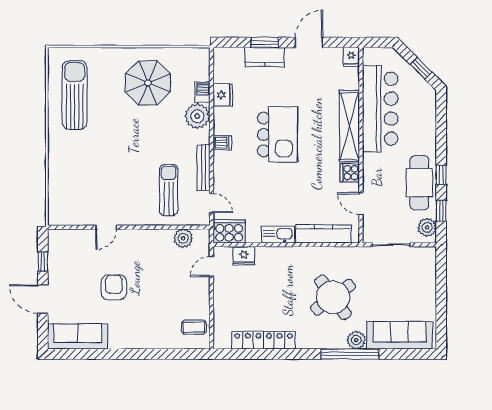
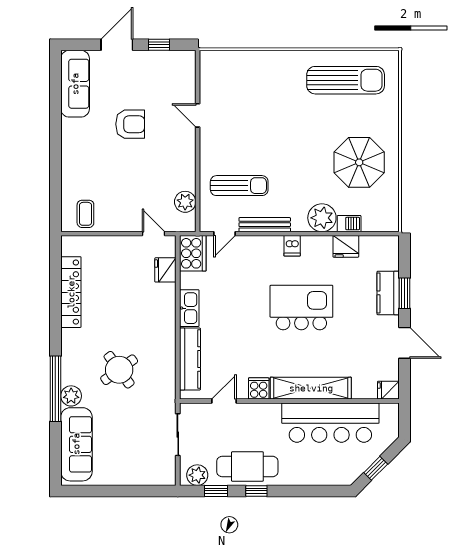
kitchen island: (277, 134) -> (301, 308), turned 180
round table: (333, 297) -> (119, 370), width x0.73, depth x0.73

